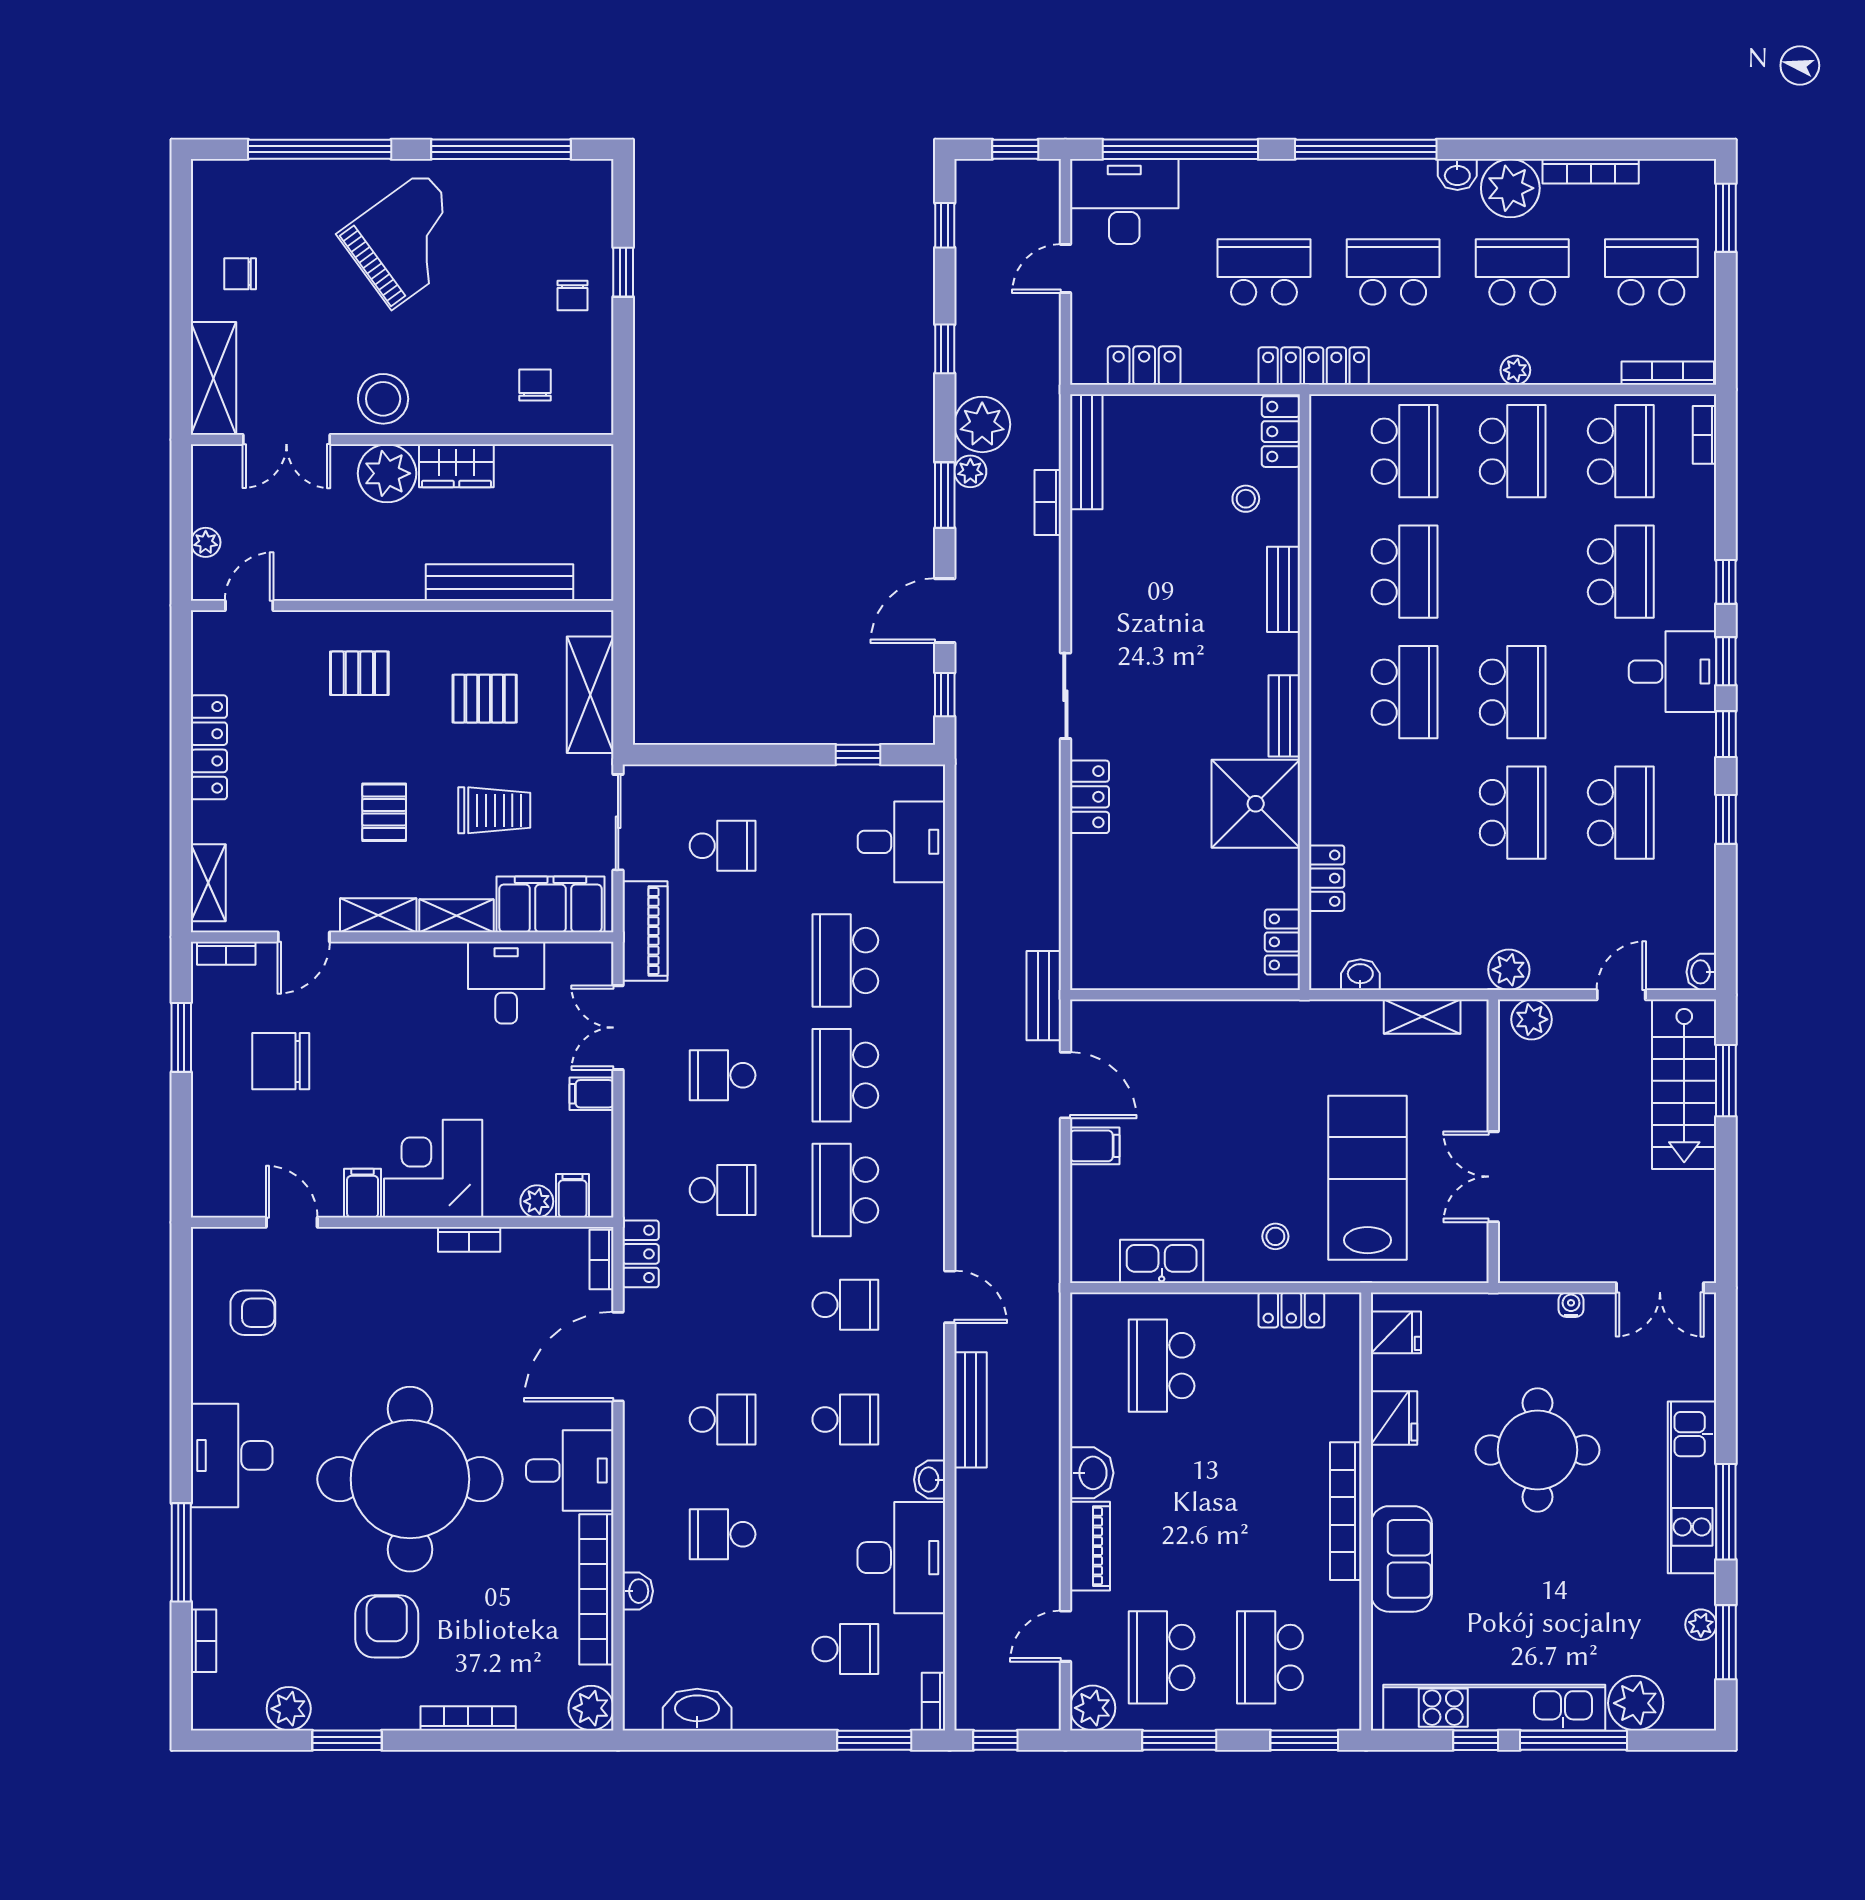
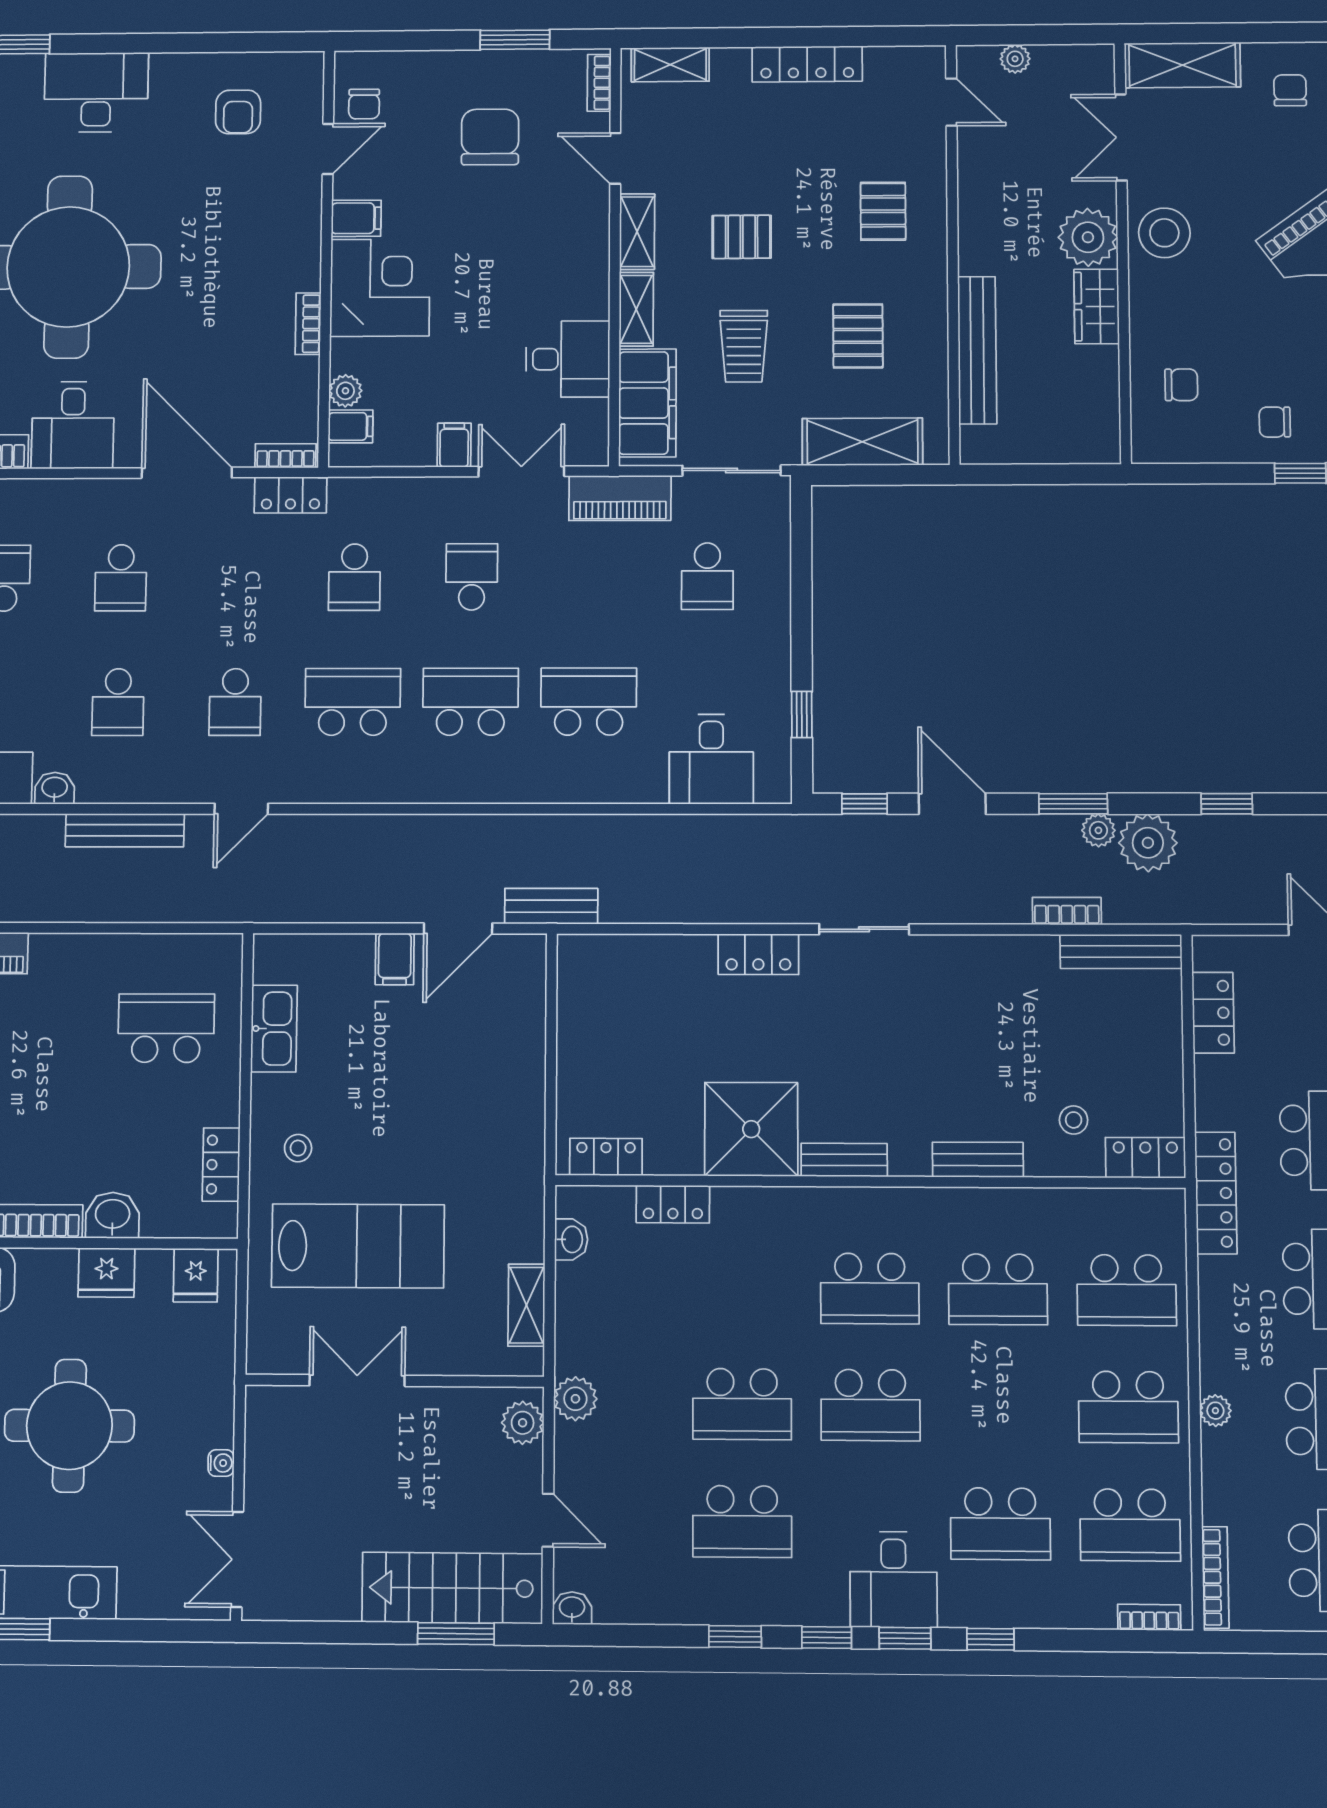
chair: (246, 1187) -> (364, 104), added
washbasin: (1092, 1473) -> (113, 1215), moved, turned 180

